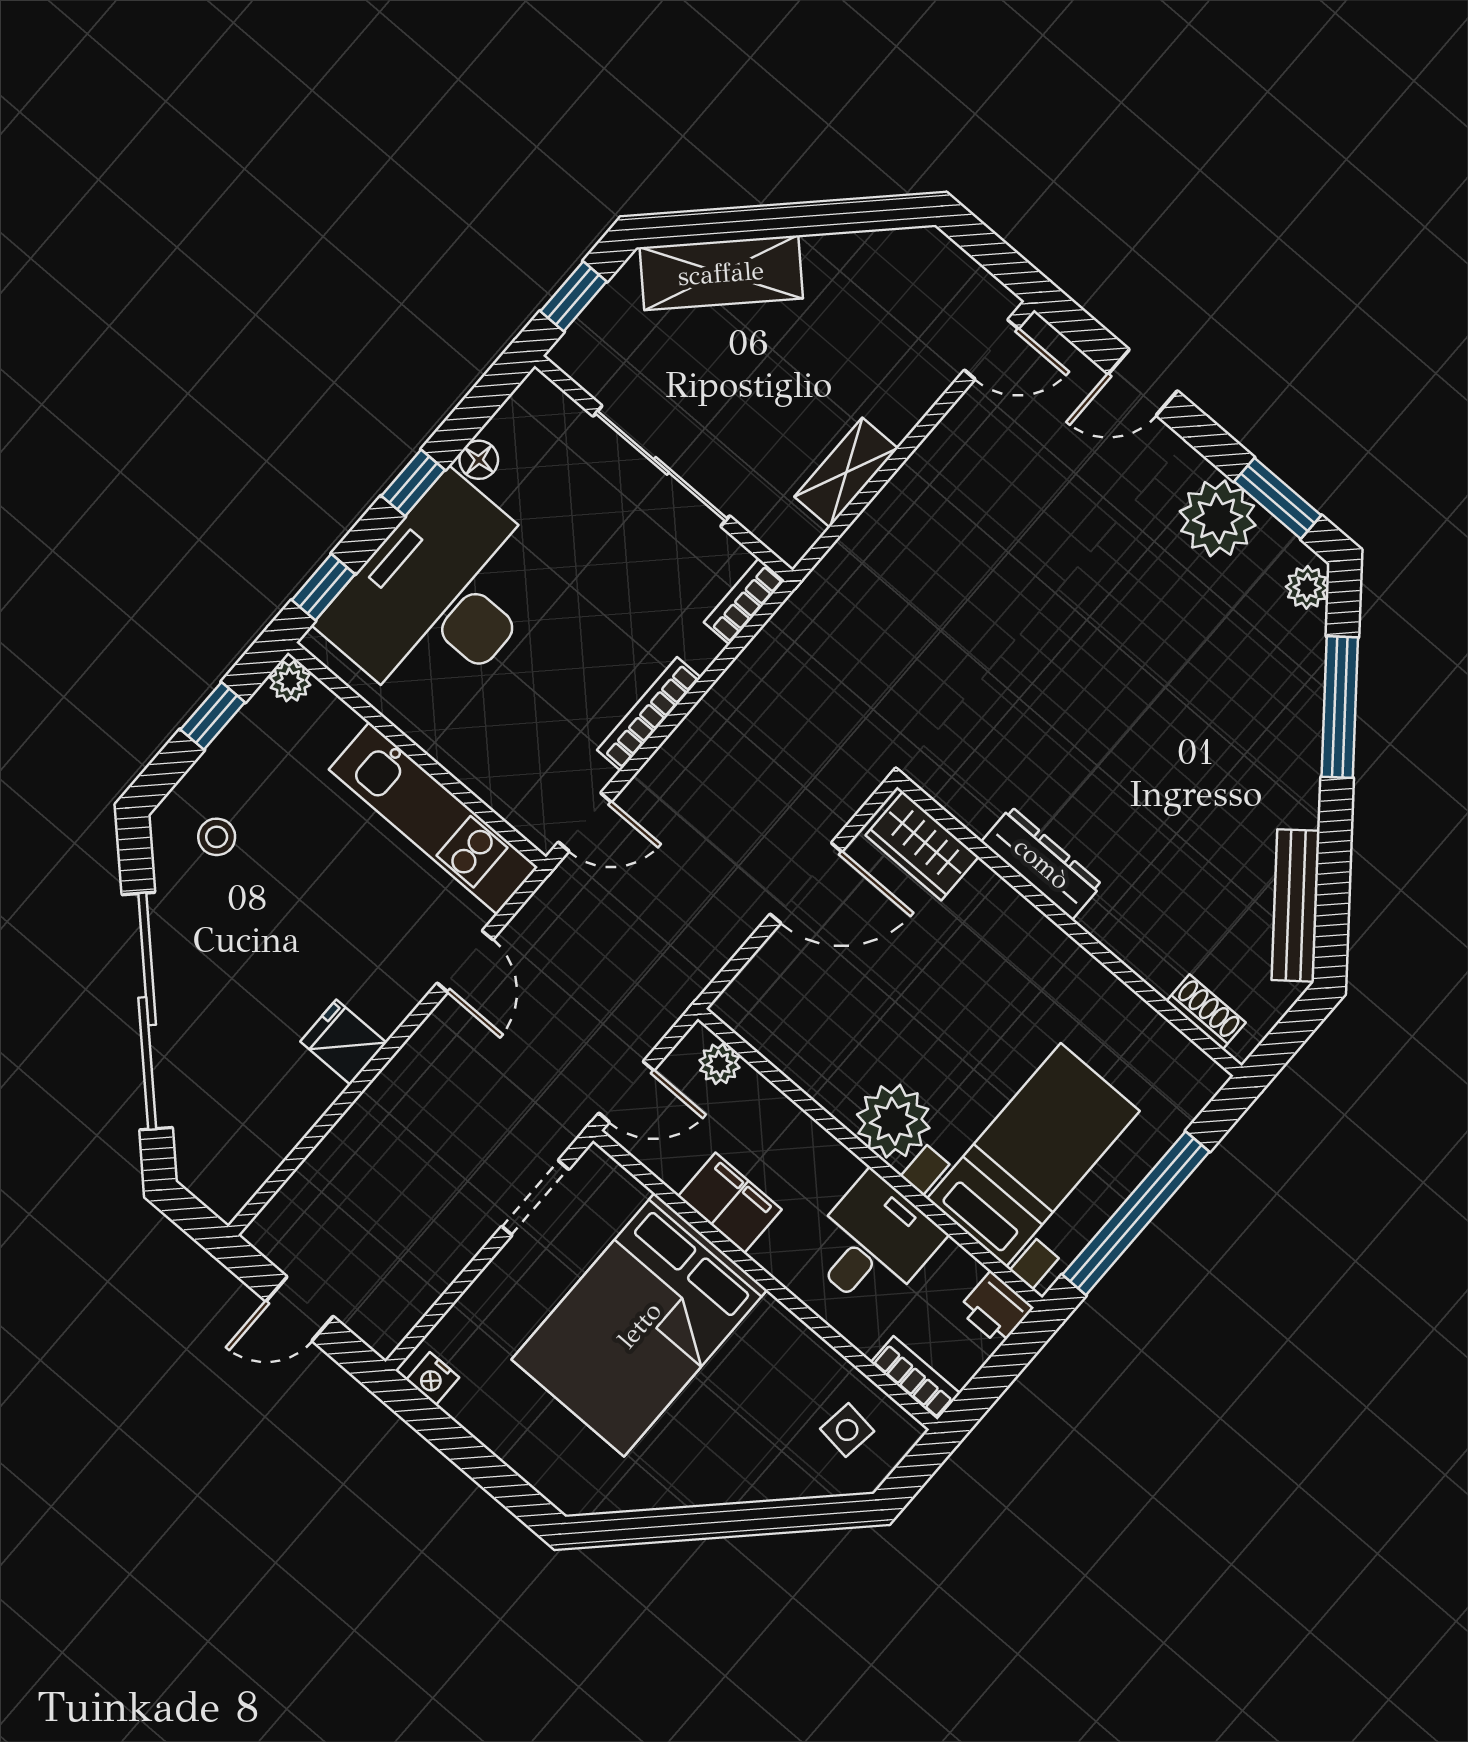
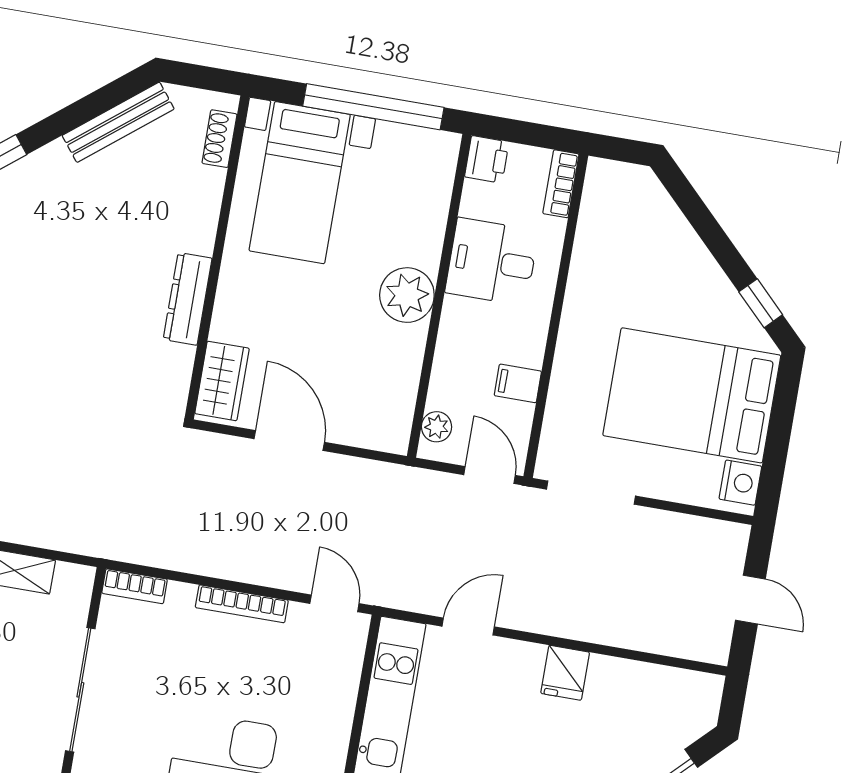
bed with nightstands: (1033, 1155) -> (300, 183), moved, turned -90
doorway: (535, 1198) -> (591, 493), width x1.38
filing cabinet: (730, 1203) -> (518, 383), width x0.50
bed: (639, 1325) -> (692, 395), moved, turned 180
nightstand: (433, 1379) -> (740, 483), width x1.39, depth x1.35
side table: (847, 1430) -> (620, 207), removed
window: (637, 1527) -> (761, 303), added

